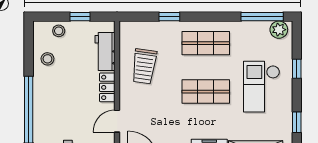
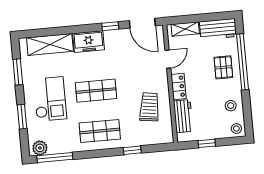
stool: (59, 31) -> (236, 129), moved
window: (297, 69) -> (22, 117), width x1.50
pallet: (52, 105) -> (223, 67), added
window: (297, 122) -> (18, 72), width x1.50

